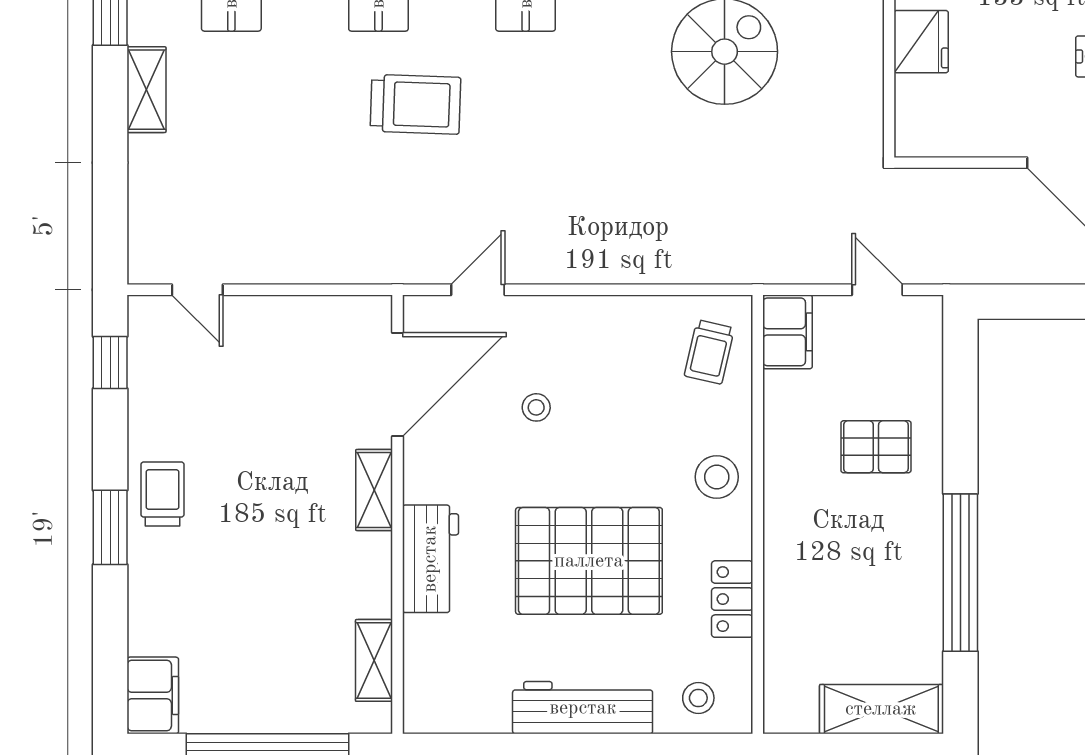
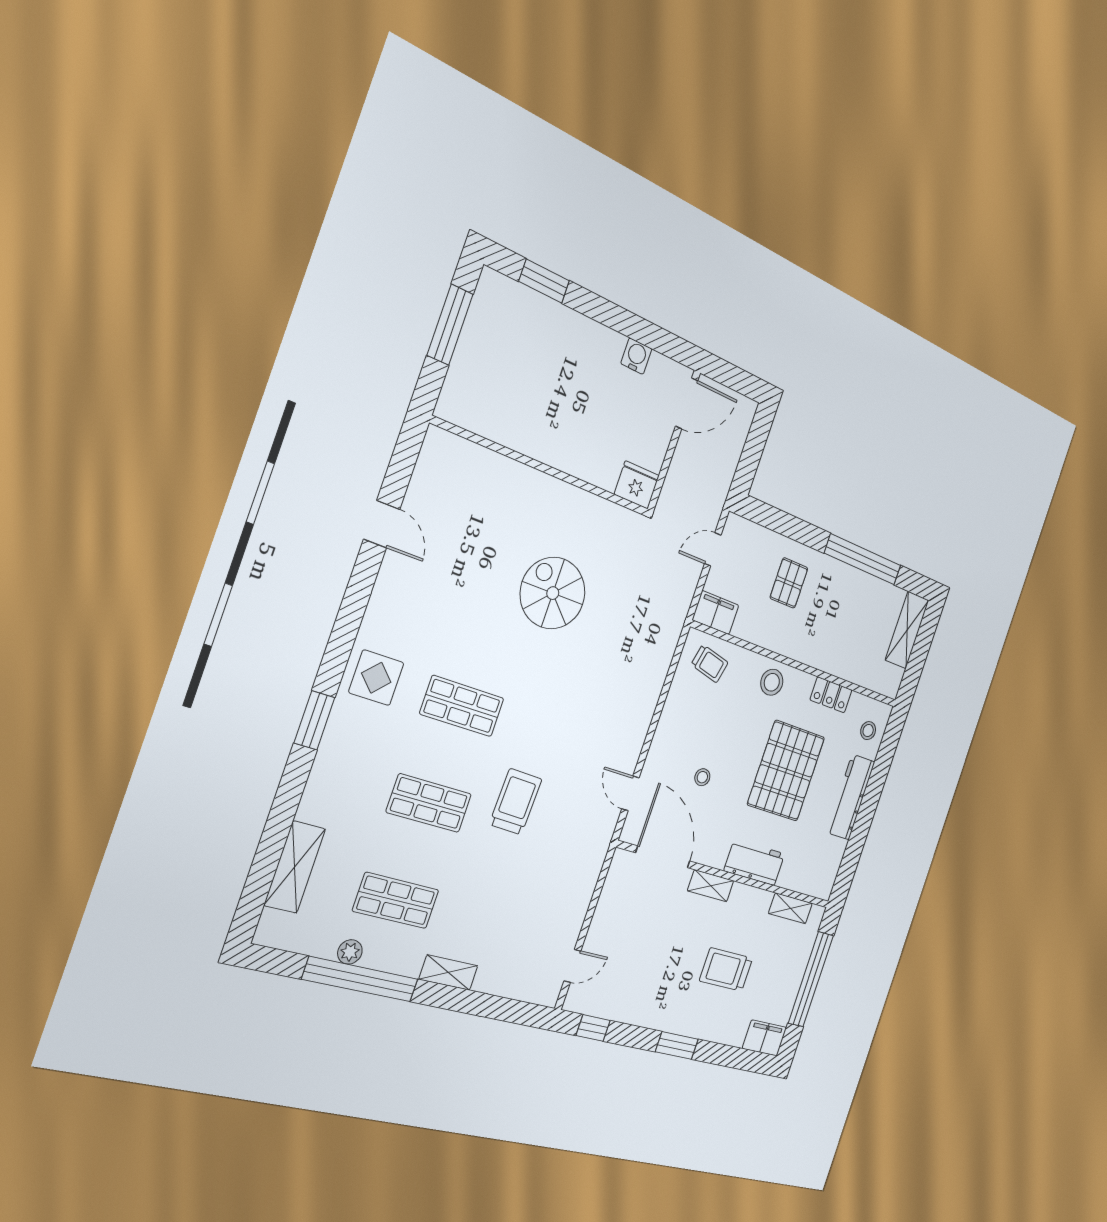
fridge: (921, 42) -> (637, 485), moved
trolley: (162, 494) -> (726, 969), moved, width x1.36, depth x1.39

